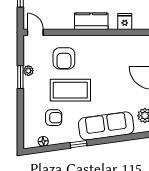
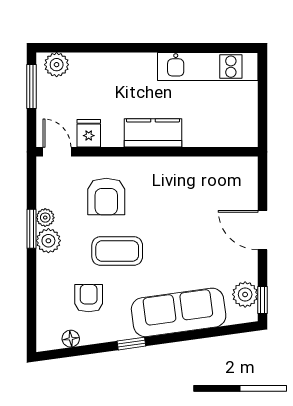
fridge: (125, 22) -> (89, 133), moved
plant: (30, 84) -> (48, 241), added
coffee table: (70, 90) -> (117, 251), width x0.73, depth x0.76
armchair: (54, 118) -> (89, 298), turned -90

